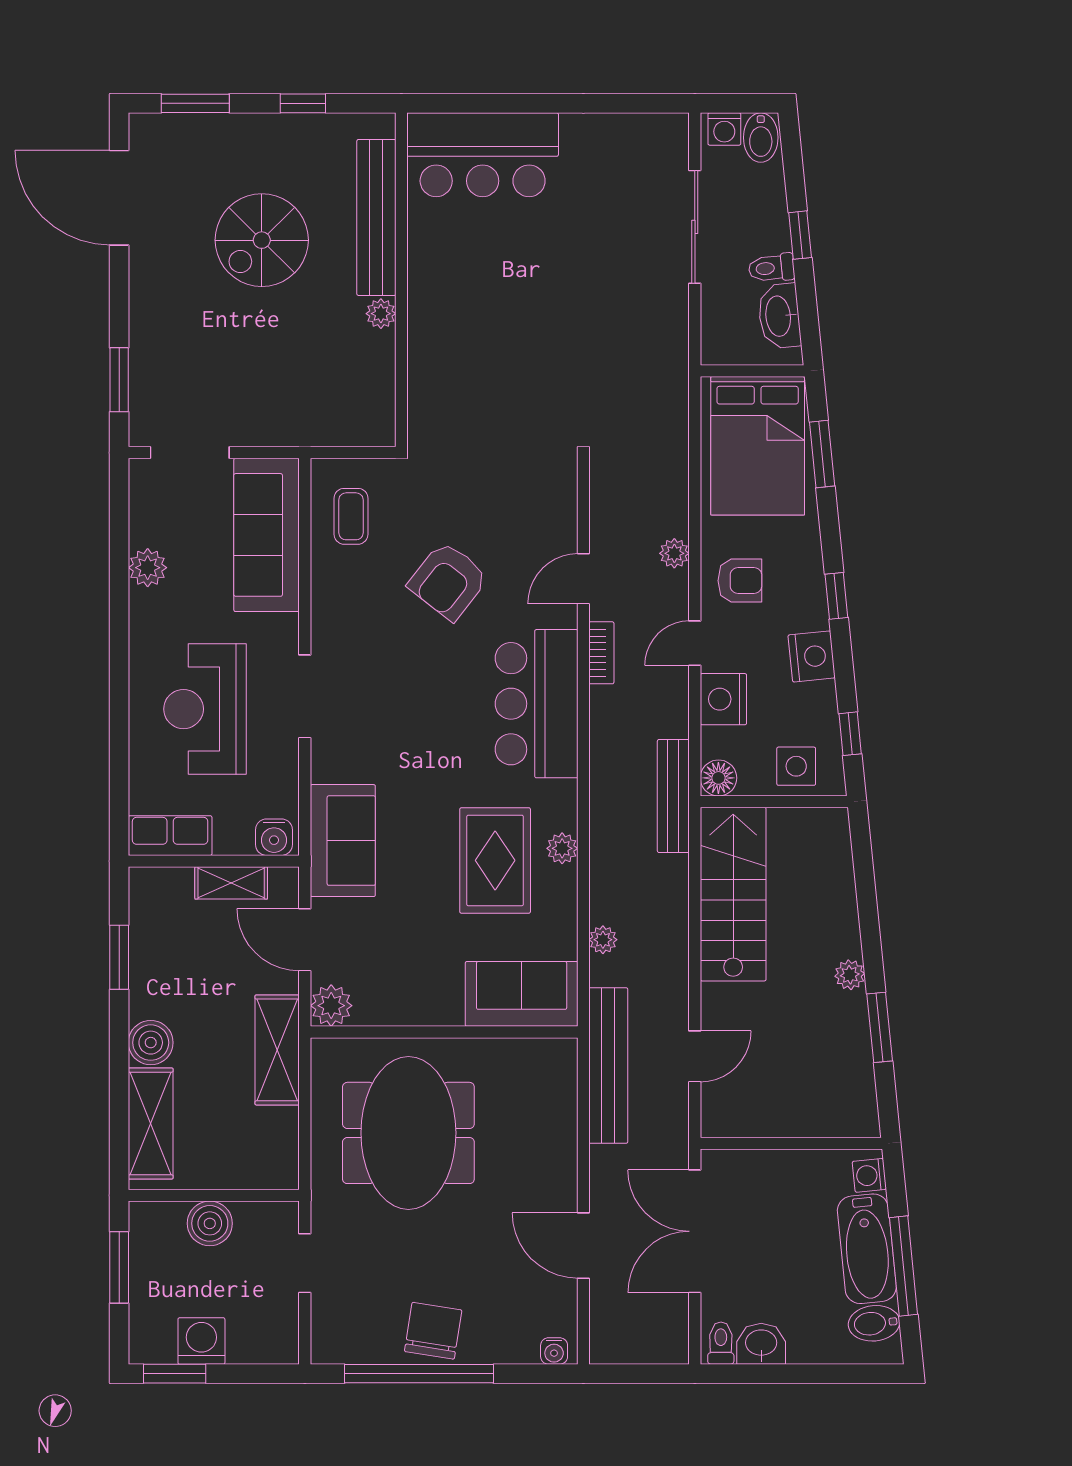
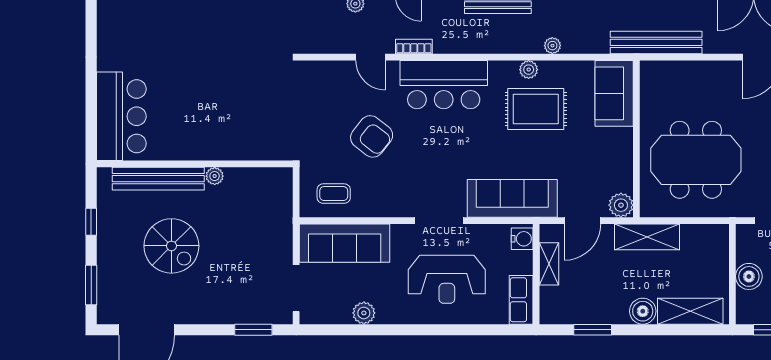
sofa: (343, 841) -> (512, 198), width x1.36
plant: (603, 940) -> (552, 46), moved

